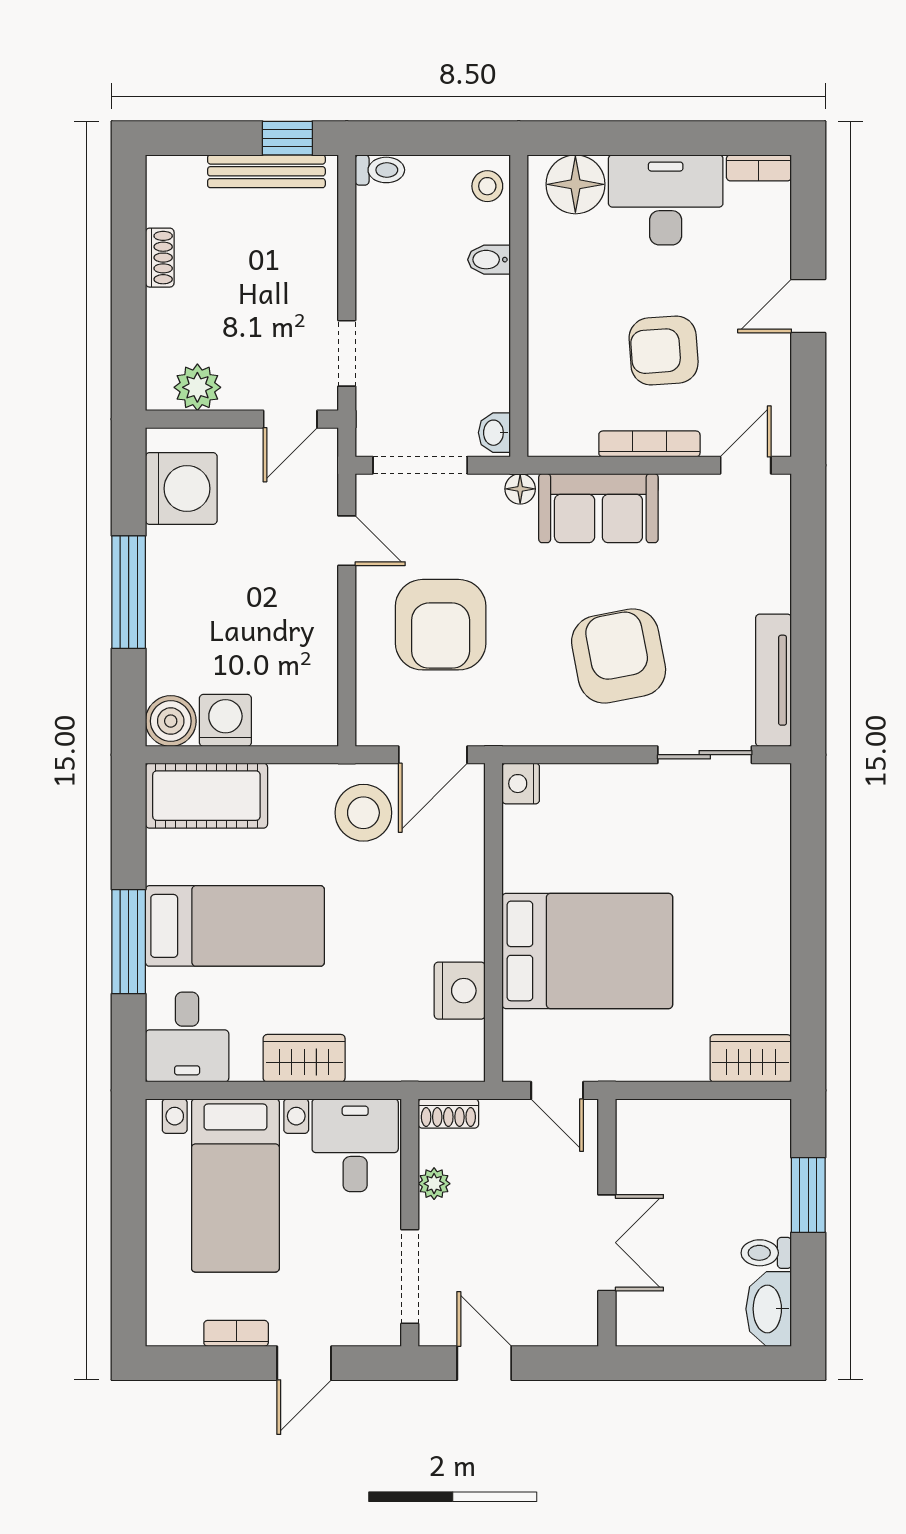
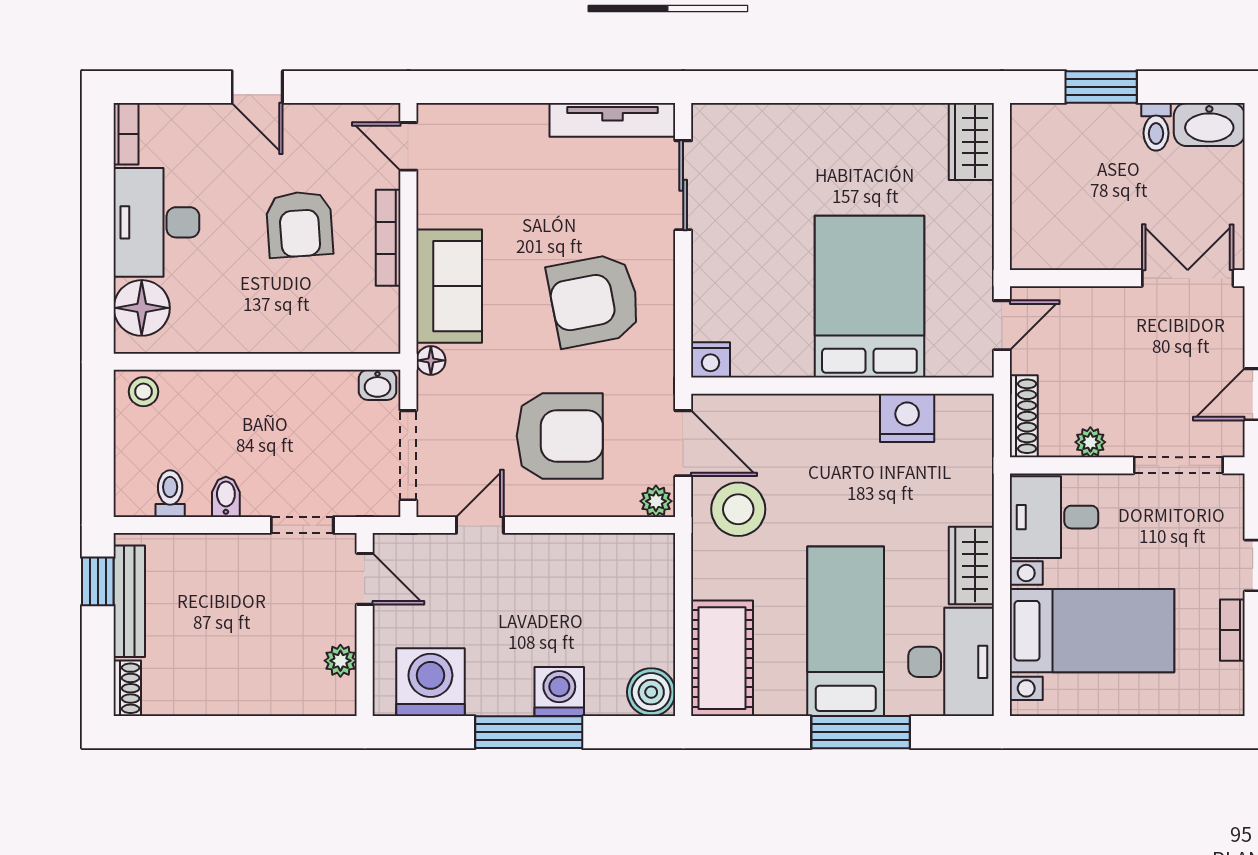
toilet: (380, 170) -> (170, 494), moved
shoe rack: (160, 258) -> (127, 688), moved, turned 90
bidet: (489, 260) -> (226, 497), moved, turned 180
plant: (197, 387) -> (340, 661), width x0.73, depth x0.73
armchair: (619, 656) -> (594, 300), moved
washing machine: (225, 720) -> (559, 692), moved, turned 90
plant: (372, 726) -> (656, 501), added
desk: (187, 1037) -> (951, 662), width x1.37
shoe rack: (448, 1113) -> (1024, 416), width x1.43
double door: (607, 1243) -> (1188, 278), moved

